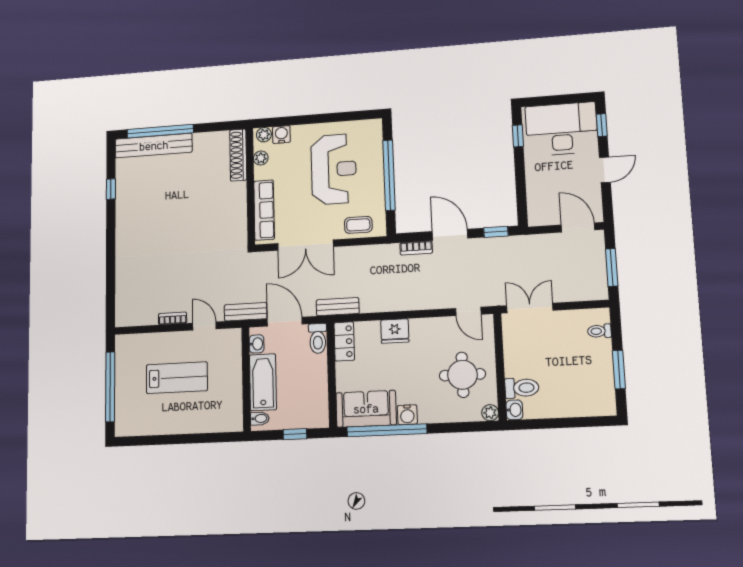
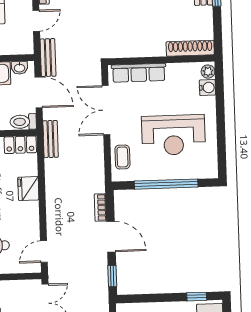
plant: (261, 158) -> (187, 69), removed
door: (450, 235) -> (111, 237), hinge flipped
door: (285, 322) -> (39, 92), hinge flipped

